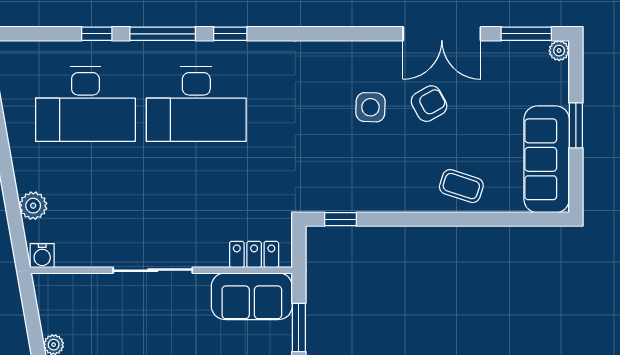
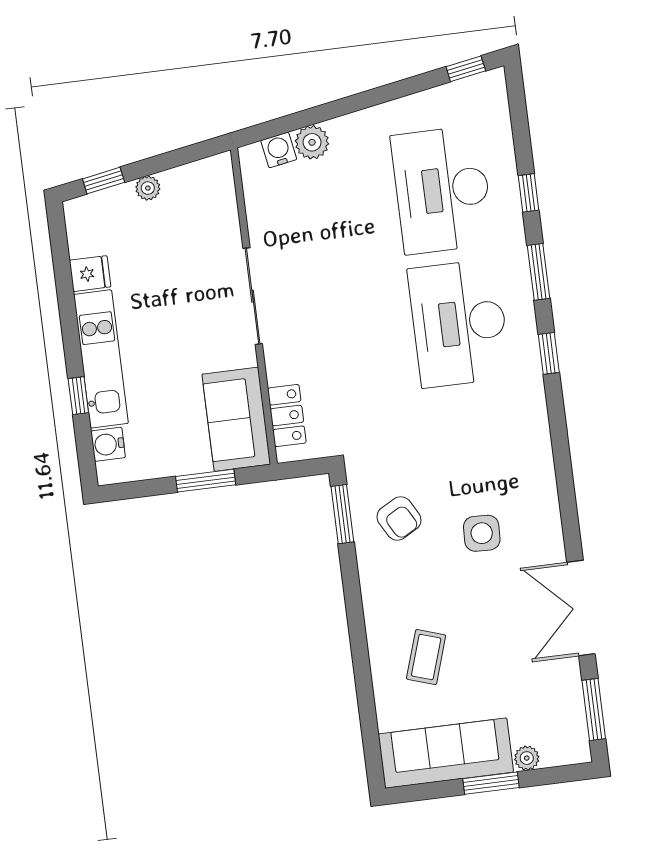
window: (163, 34) -> (539, 272), width x0.69
plant: (559, 51) -> (527, 758), moved
armchair: (429, 104) -> (399, 518), moved
coffee table: (461, 186) -> (426, 657), moved
window: (340, 219) -> (342, 514), width x1.50
water cooler: (42, 256) -> (279, 150), moved, turned 80

